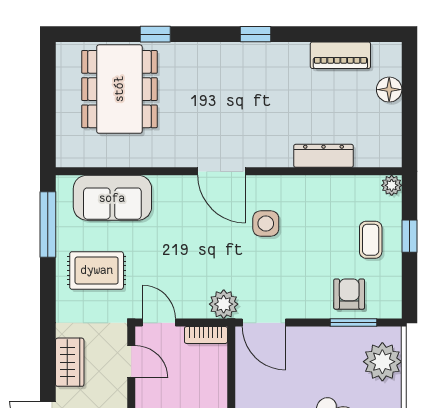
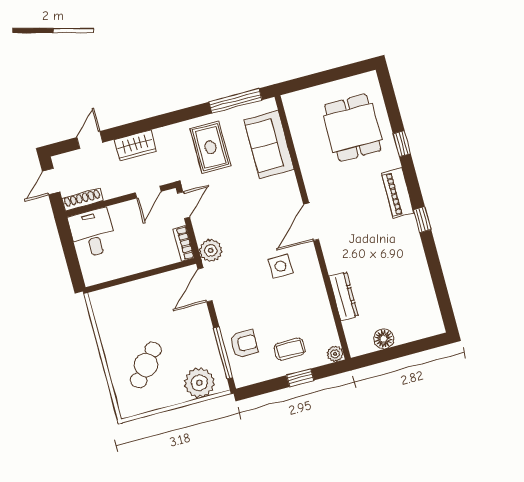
piano: (340, 55) -> (398, 193), moved
dining table: (119, 89) -> (353, 128), width x0.73
floor lamp: (389, 90) -> (384, 339), moved
window: (354, 323) -> (223, 353), width x1.44

